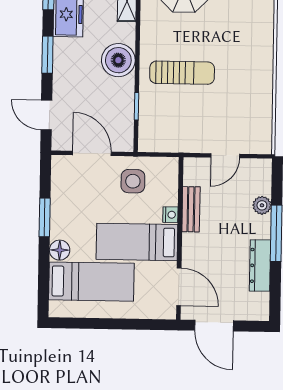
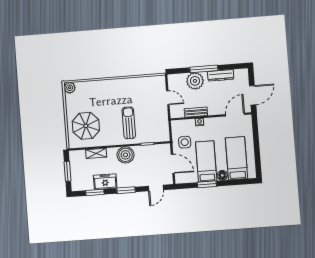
door: (92, 153) -> (173, 164), swing flipped
plant: (262, 205) -> (195, 81), width x1.88, depth x1.88
bed: (137, 242) -> (206, 161), moved, turned 180

